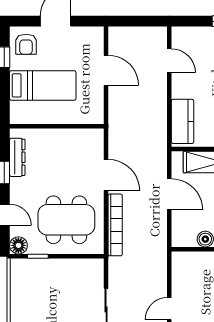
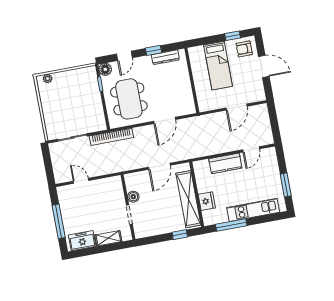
kitchen counter: (182, 121) -> (225, 163), moved
bookcase: (115, 225) -> (111, 137), moved

